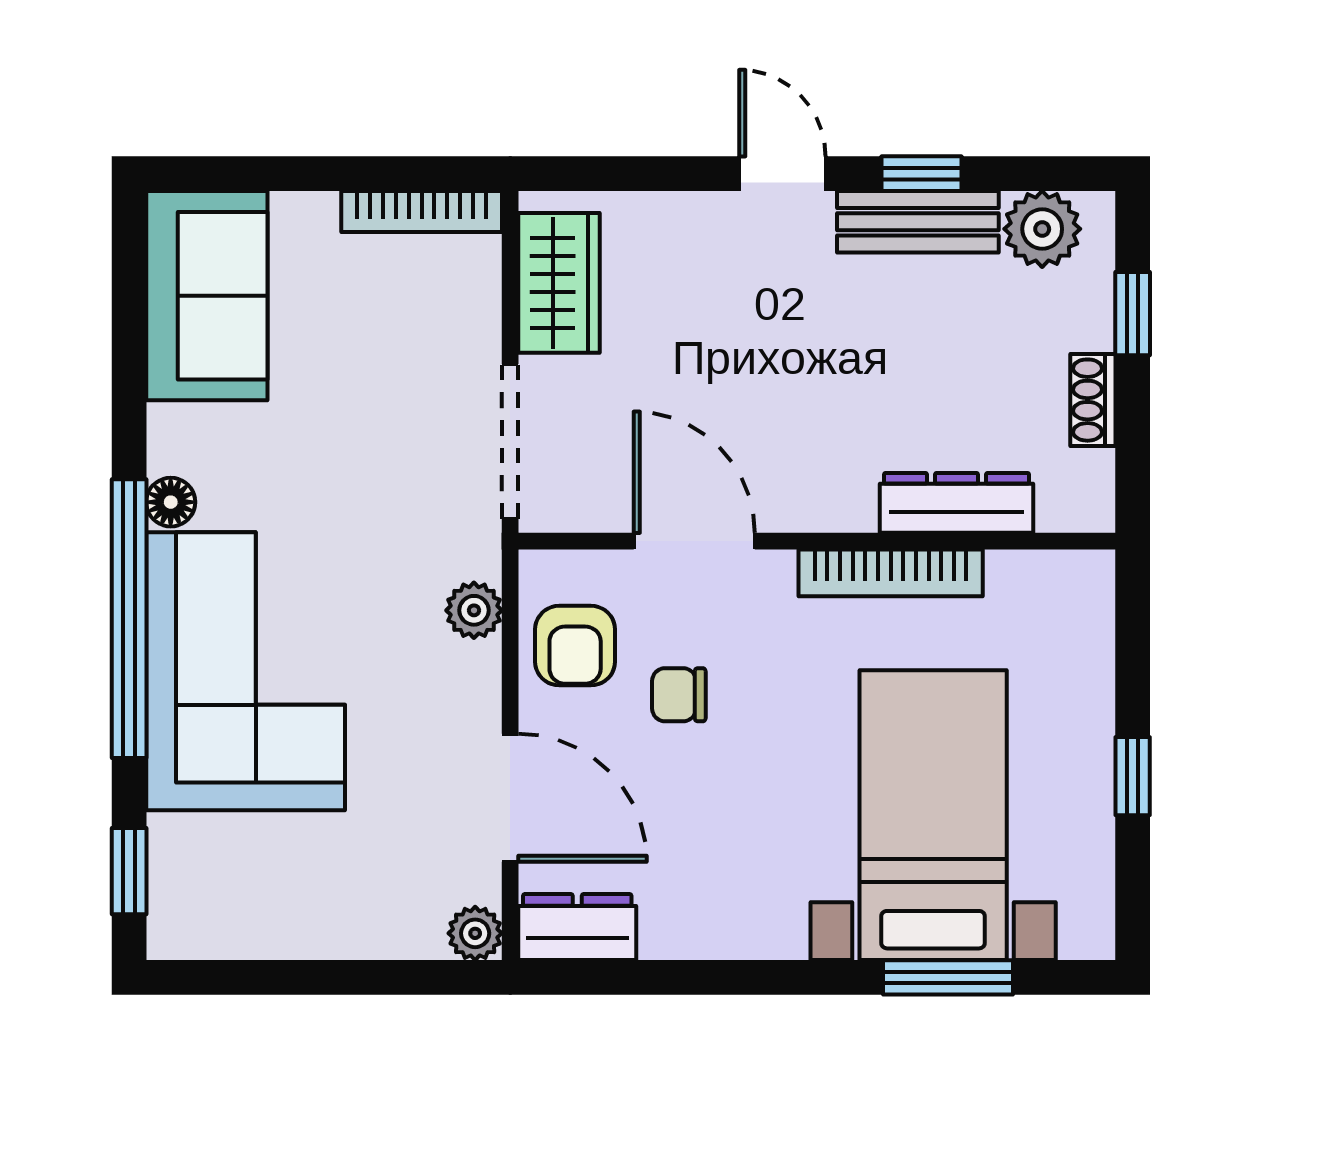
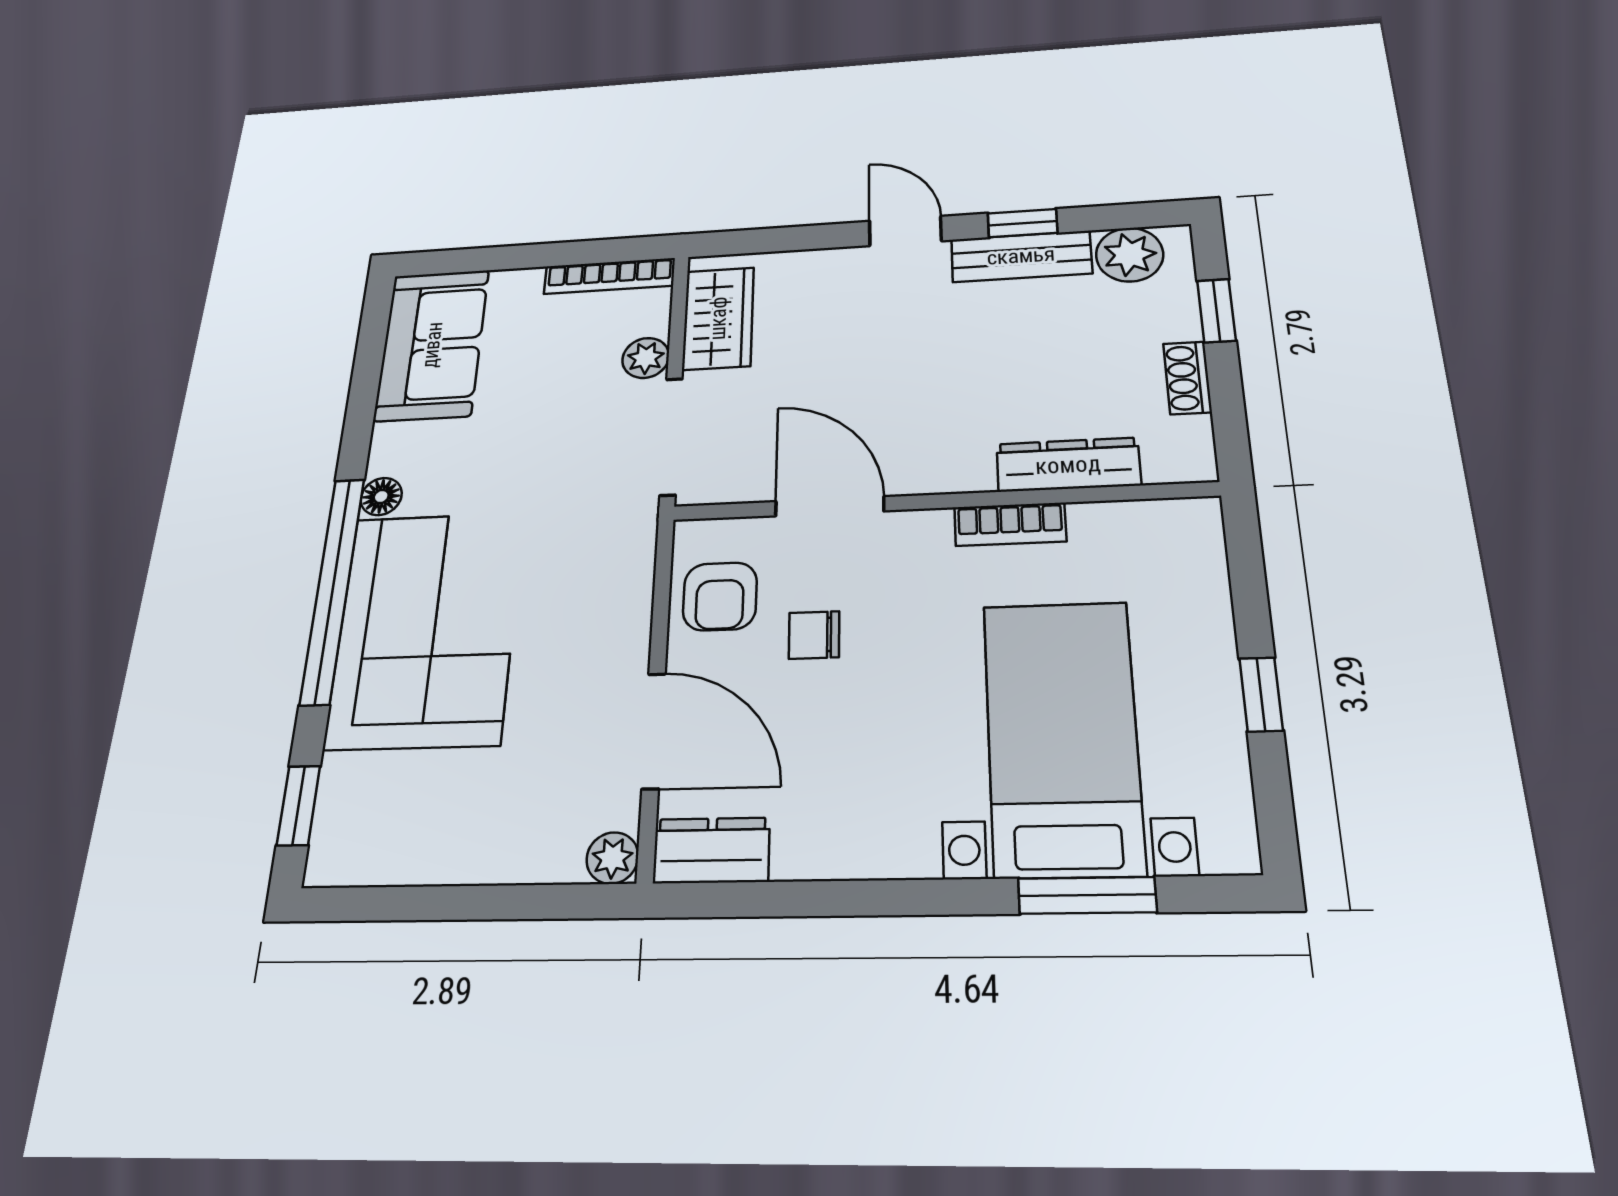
bookcase: (891, 573) -> (1010, 524), width x0.64
plant: (474, 610) -> (646, 358), moved

